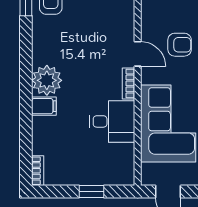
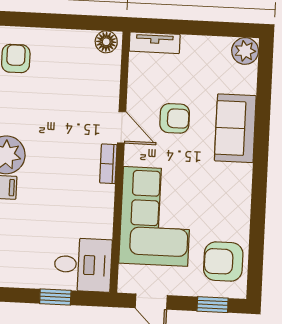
desk: (112, 121) -> (83, 265), moved

